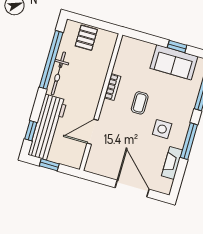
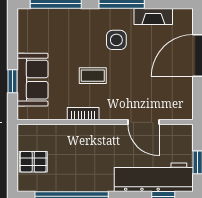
window: (177, 46) -> (13, 81), moved
sofa: (174, 62) -> (33, 80), moved
bicycle: (58, 73) -> (85, 183), removed

